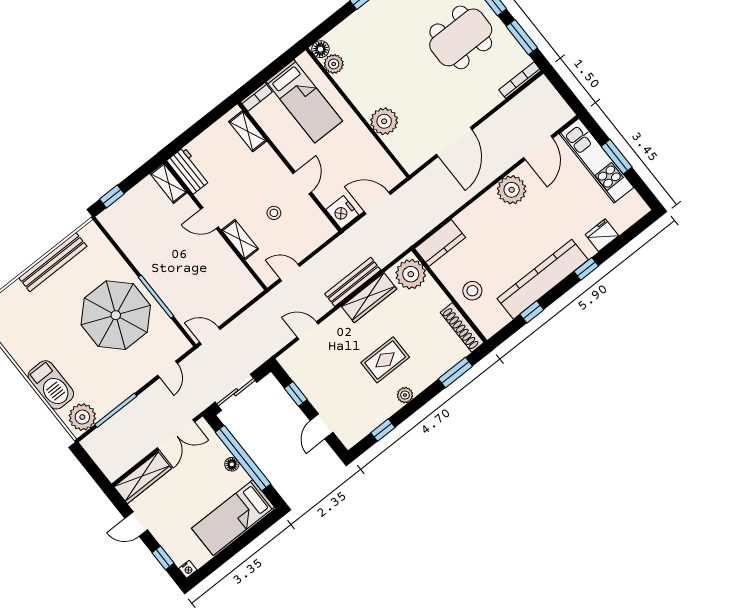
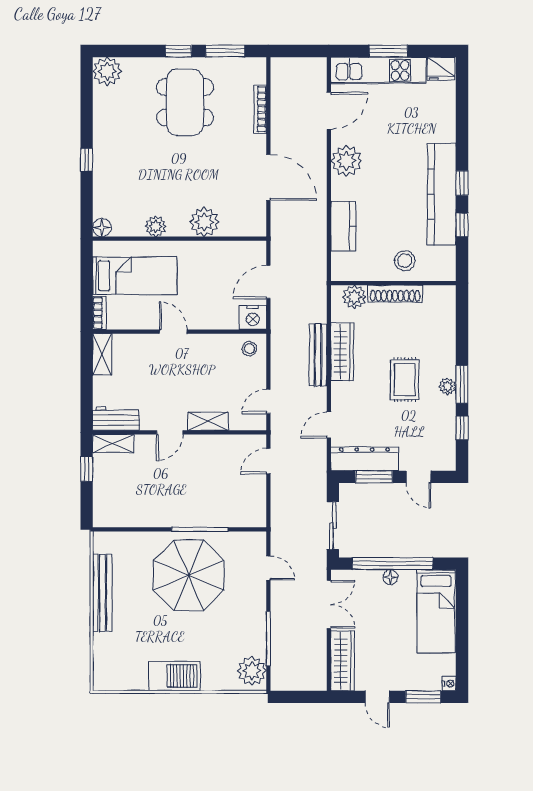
plant: (334, 64) -> (156, 226), moved
bookcase: (520, 80) -> (260, 109), moved
shelving: (248, 131) -> (102, 354), moved, turned 90
door: (538, 148) -> (329, 111), hinge flipped
door: (302, 183) -> (173, 332), moved
window: (112, 196) -> (87, 469), moved
stool: (274, 213) -> (249, 349), moved
fridge: (602, 235) -> (441, 69), moved, turned -90
kitchen counter: (440, 243) -> (343, 226), moved
window: (586, 269) -> (462, 183), moved
plant: (411, 274) -> (354, 297), width x0.73, depth x0.73
shoe rack: (462, 327) -> (395, 294), moved
door: (210, 336) -> (268, 461), moved
window: (455, 373) -> (462, 384), moved
dresser: (304, 376) -> (364, 459), added
barbecue: (51, 385) -> (174, 676), moved
window: (296, 394) -> (374, 477), width x1.50
door: (136, 524) -> (377, 697), hinge flipped
window: (163, 558) -> (423, 697), width x1.50

